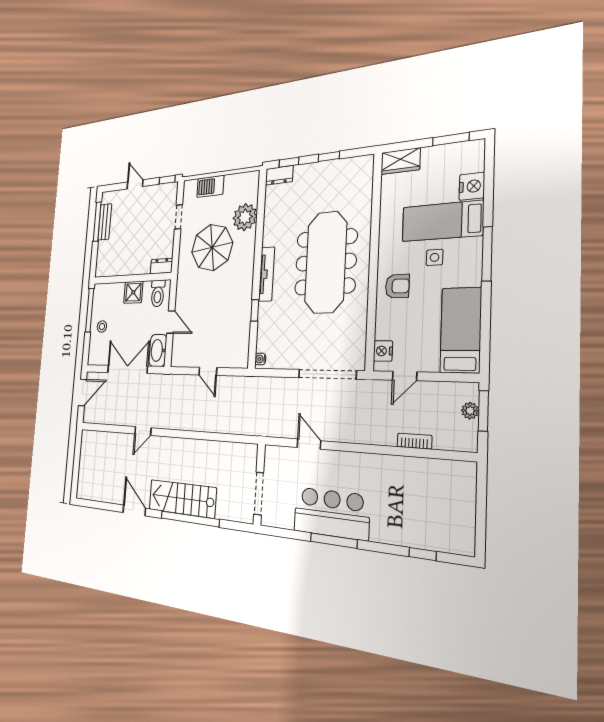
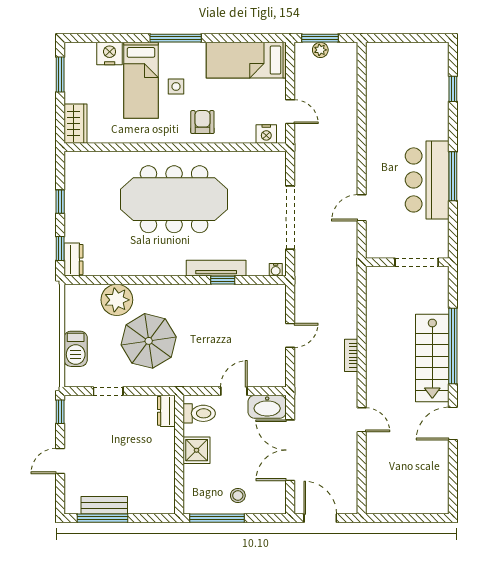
tv unit: (267, 274) -> (216, 268), moved
doorway: (327, 374) -> (290, 217), moved
bookcase: (414, 441) -> (351, 355), moved

